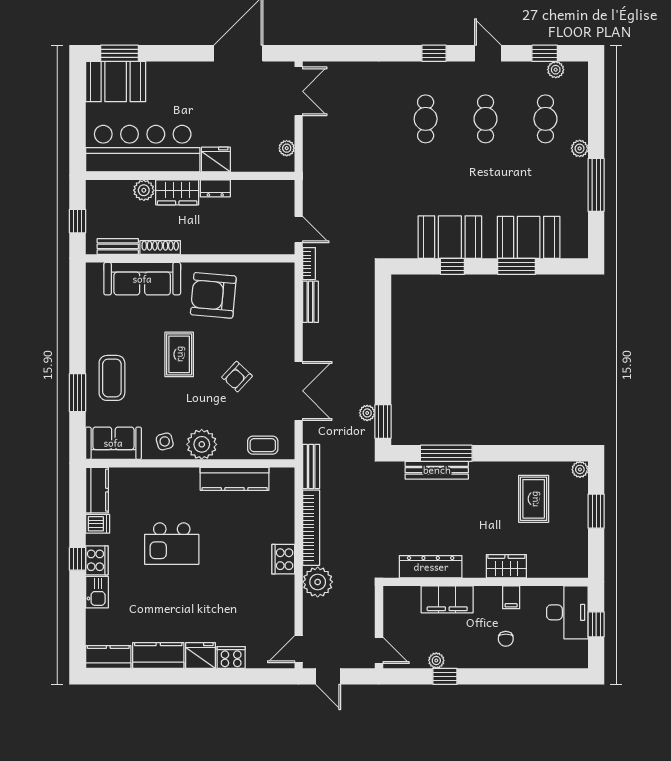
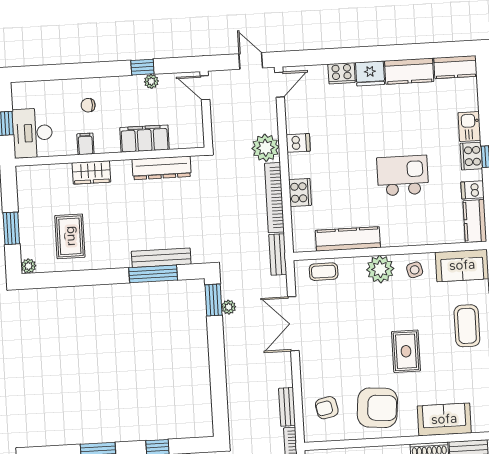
sofa: (142, 279) -> (444, 419), width x0.73
armchair: (237, 377) -> (327, 408), moved, turned -145
cooker: (283, 559) -> (300, 192), moved
dishwasher: (282, 585) -> (298, 143), added
chair: (506, 639) -> (88, 105), turned -90

